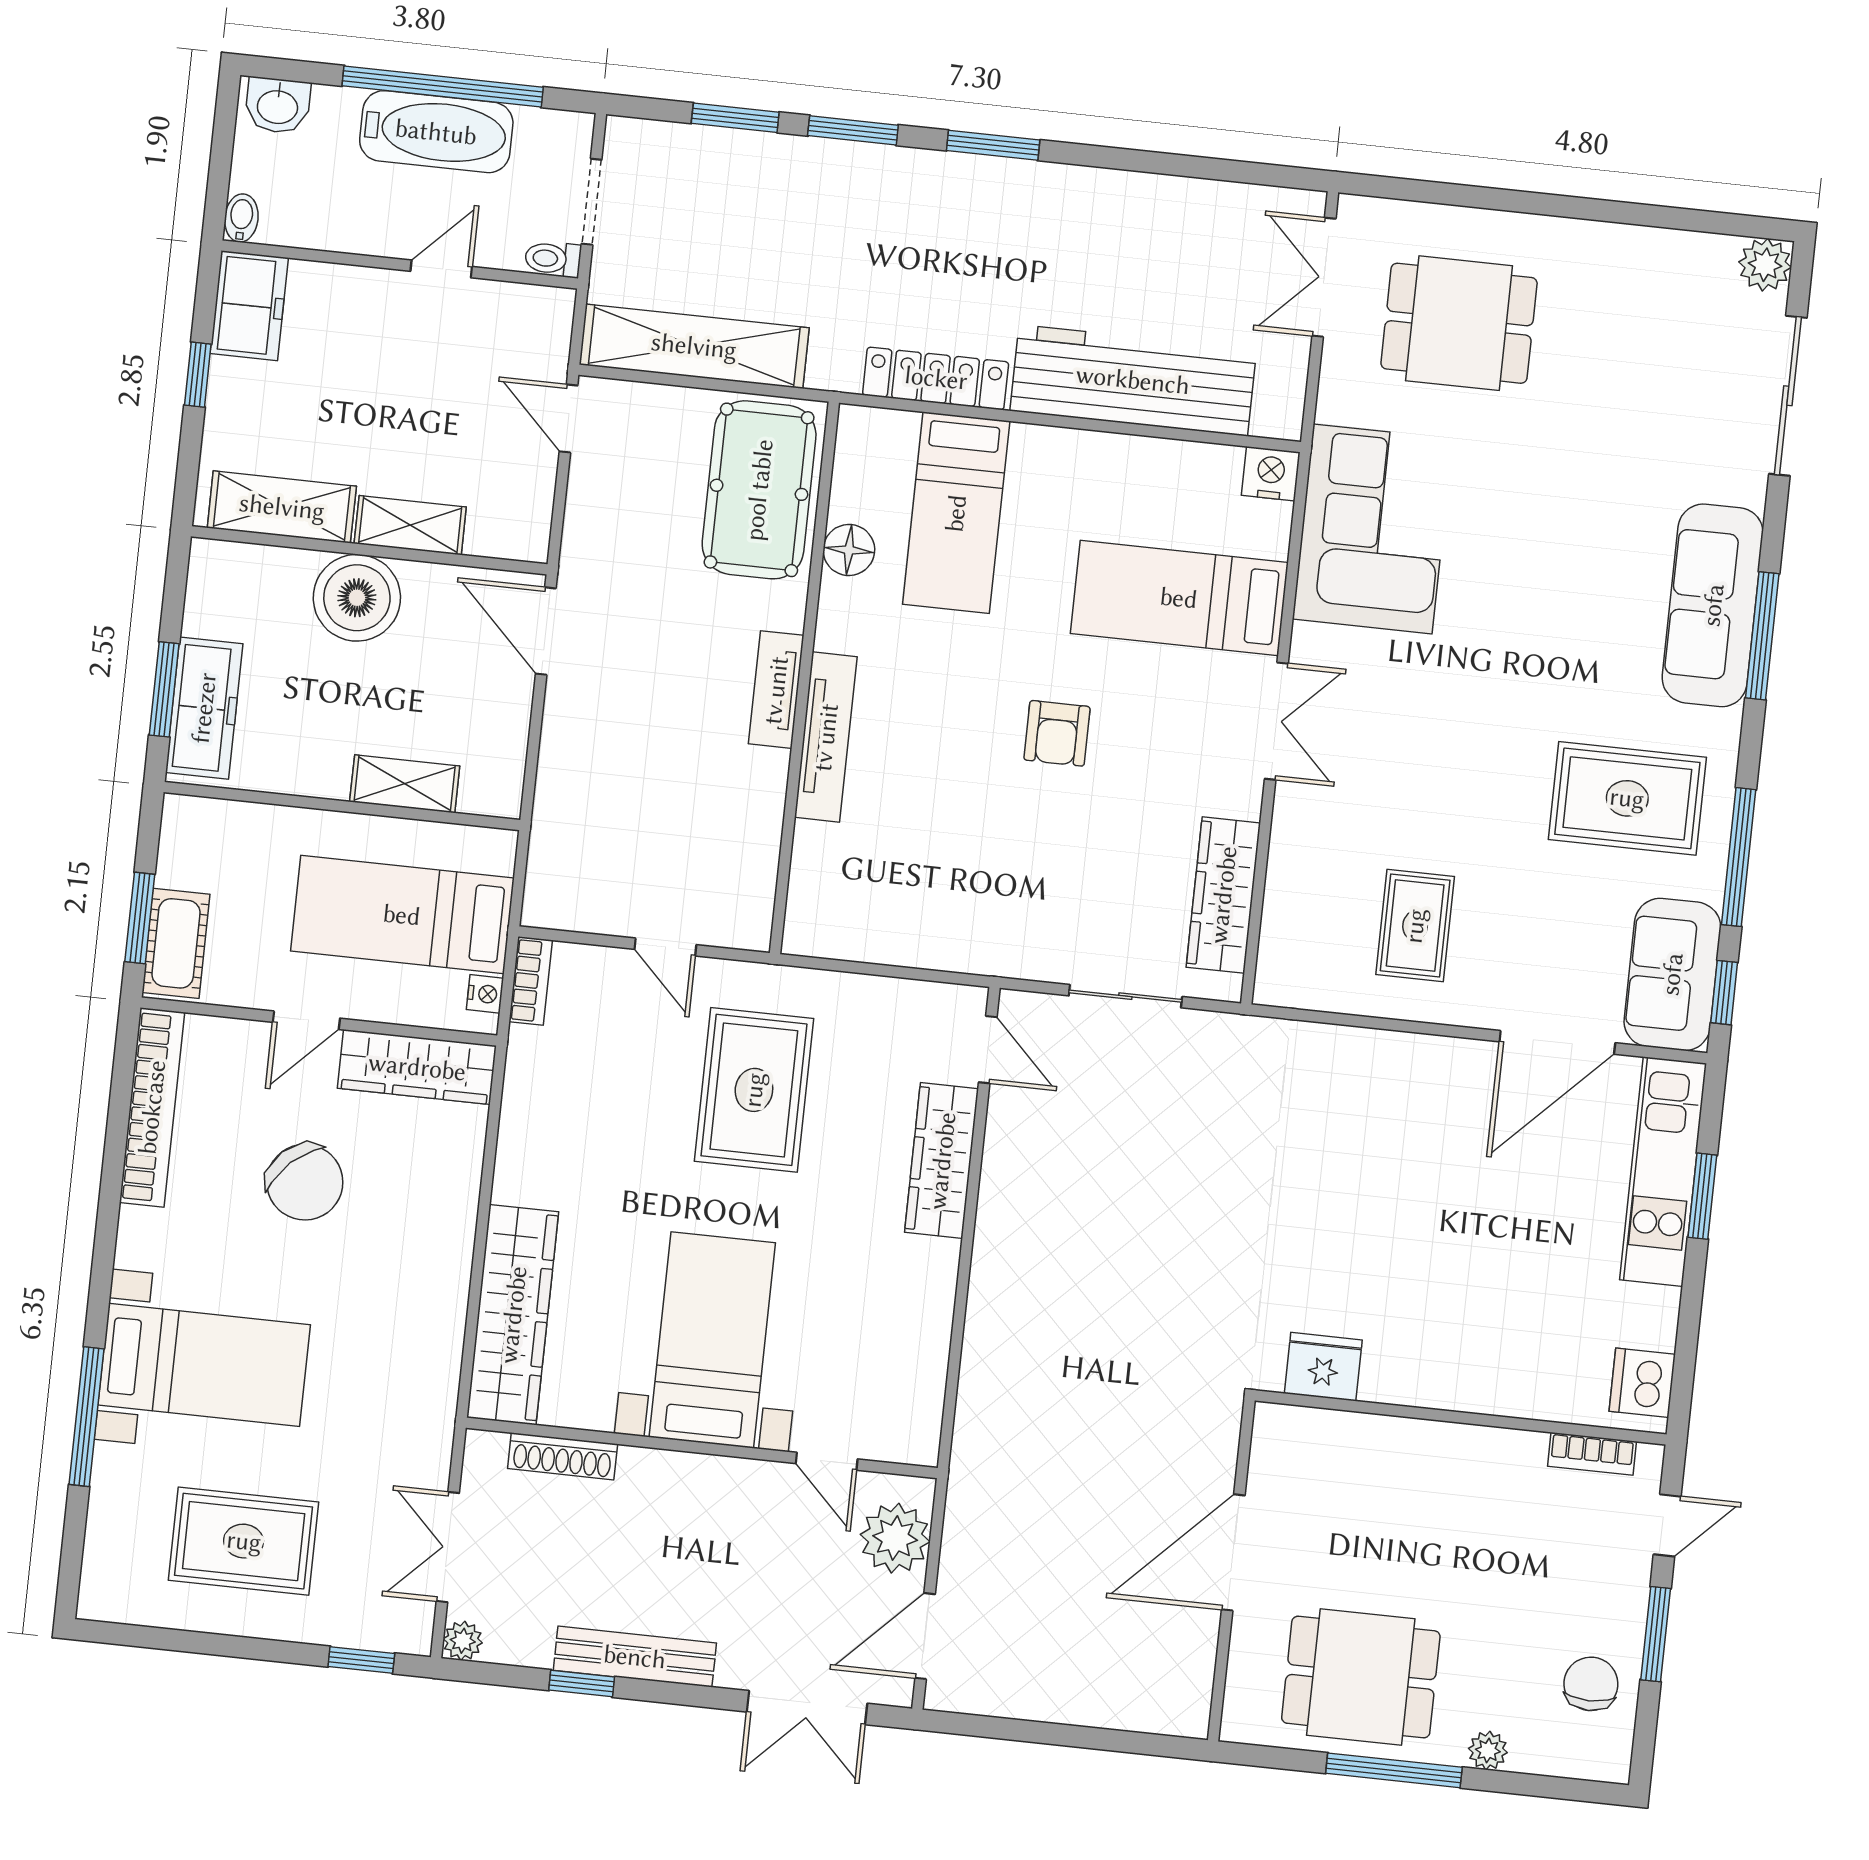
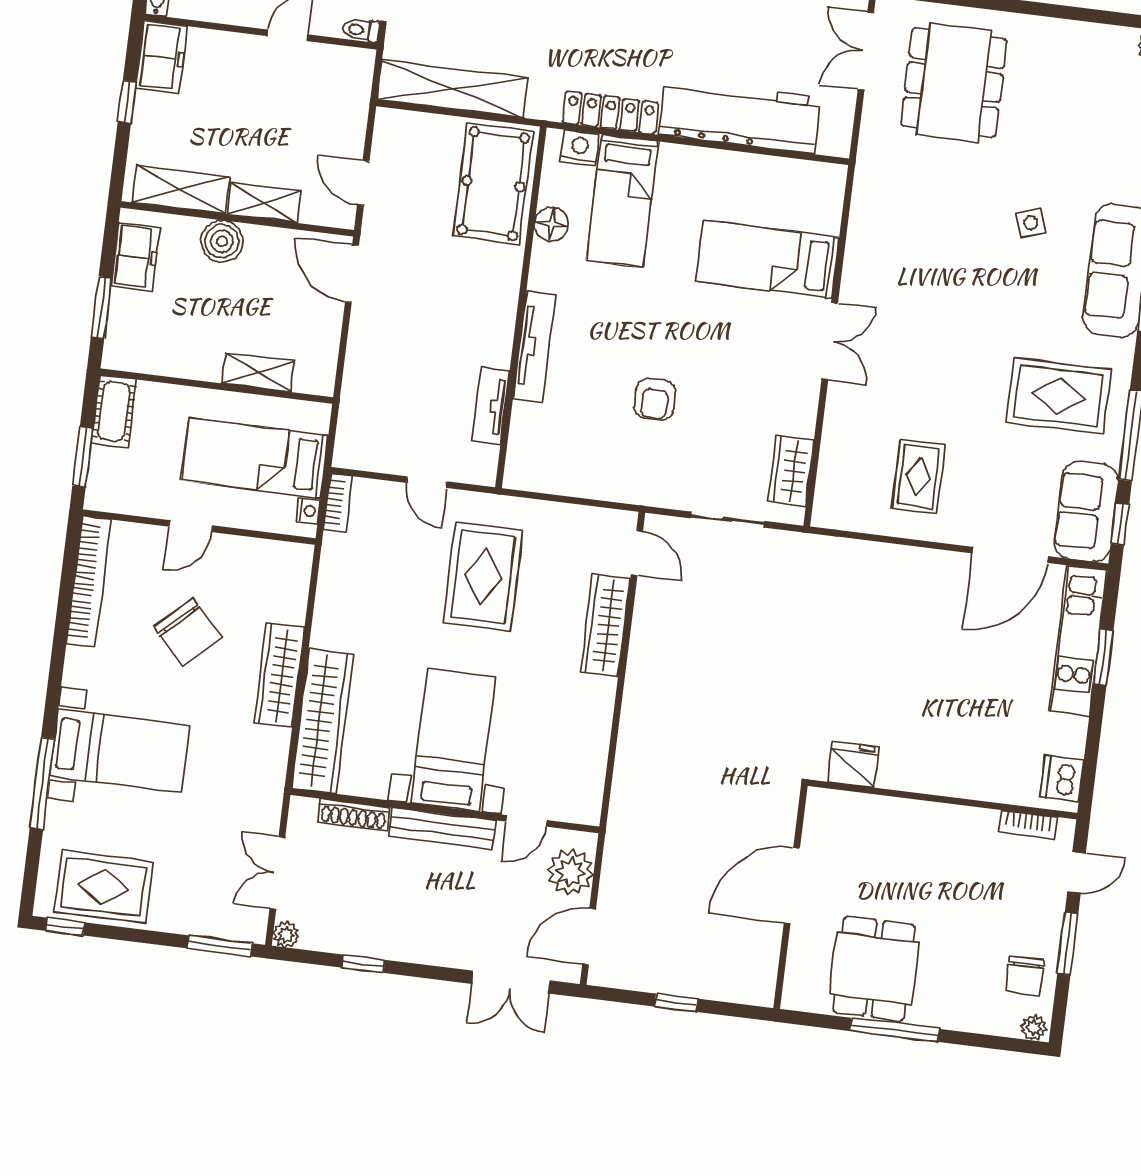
dining table: (1459, 323) -> (954, 83), width x1.38
door: (568, 419) -> (363, 183), moved
nightstand: (1271, 474) -> (580, 148), moved
corner sofa: (1373, 529) -> (895, 216), removed
side table: (1580, 535) -> (1031, 223), added
boiler: (357, 598) -> (222, 241), width x0.73, depth x0.73
tv unit: (776, 690) -> (491, 406), moved
freezer: (204, 708) -> (135, 257), moved, width x0.71
armchair: (1057, 733) -> (655, 399), moved
wardrobe: (1223, 895) -> (791, 471), width x0.67
cot: (176, 943) -> (114, 411), moved
wardrobe: (417, 1067) -> (279, 675), moved, turned 90
door: (827, 1461) -> (527, 821), hinge flipped
rug: (244, 1541) -> (104, 887), moved
window: (125, 1635) -> (65, 927), added
bench: (635, 1657) -> (442, 828), moved
window: (361, 1660) -> (219, 946), width x1.50
dining table: (1361, 1677) -> (874, 968), turned 90
chair: (1591, 1684) -> (1025, 976), turned 180
window: (1060, 1735) -> (676, 1003), added
plant: (1488, 1751) -> (1034, 1028), moved

